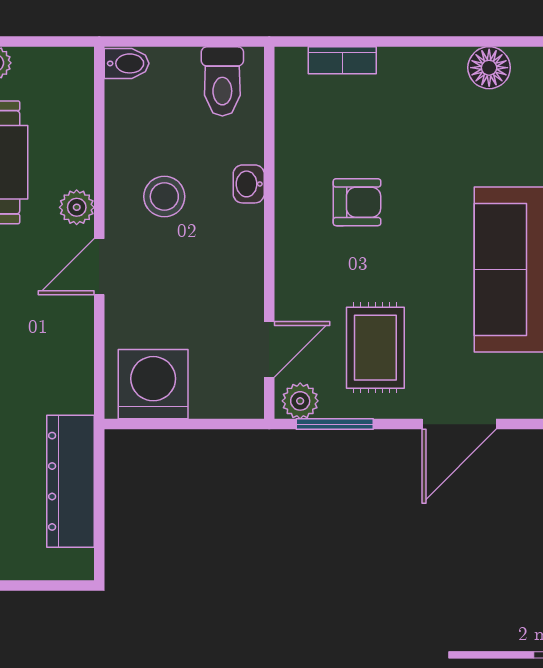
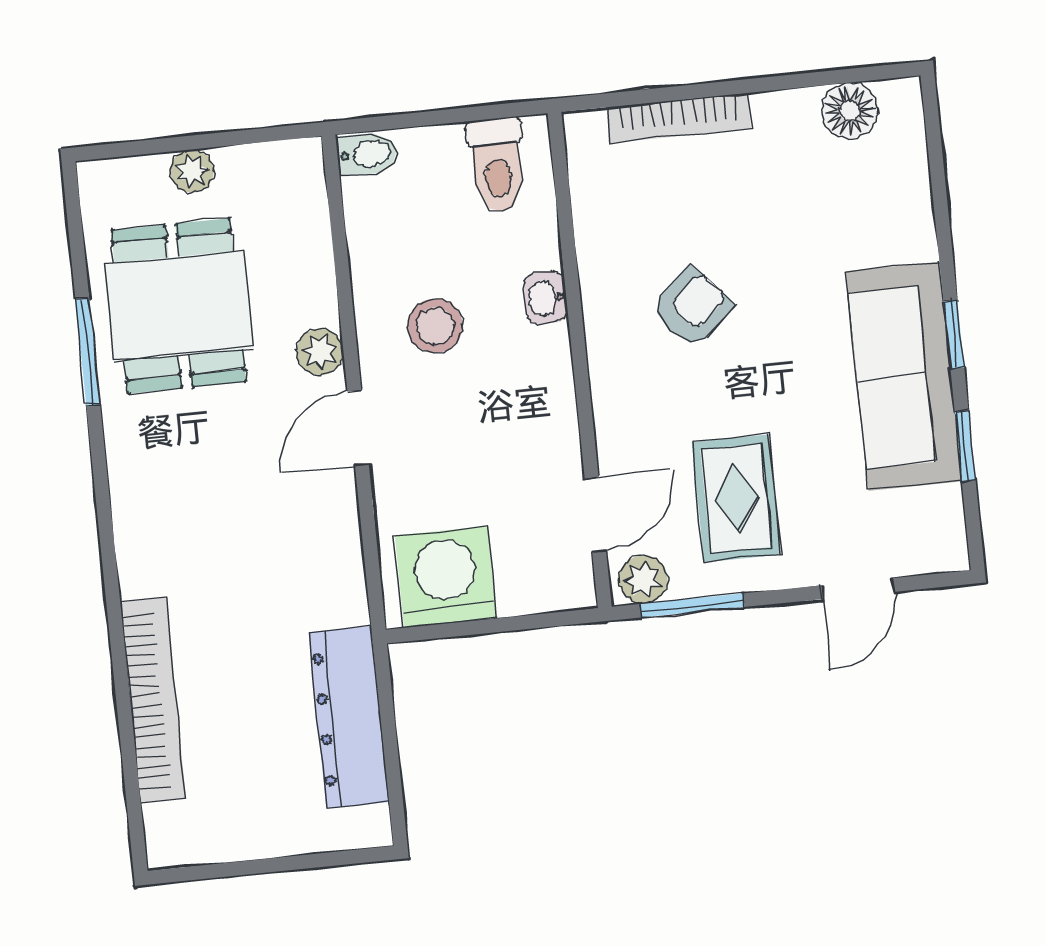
bookcase: (342, 60) -> (679, 118), width x1.56
armchair: (357, 202) -> (692, 307), turned -42
door: (459, 424) -> (858, 589), width x0.73

